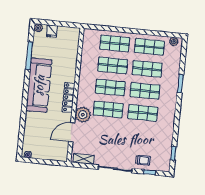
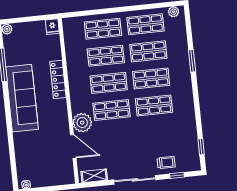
fridge: (52, 31) -> (52, 27), moved
locker: (69, 97) -> (58, 80), moved
door: (72, 132) -> (73, 146), swing flipped

